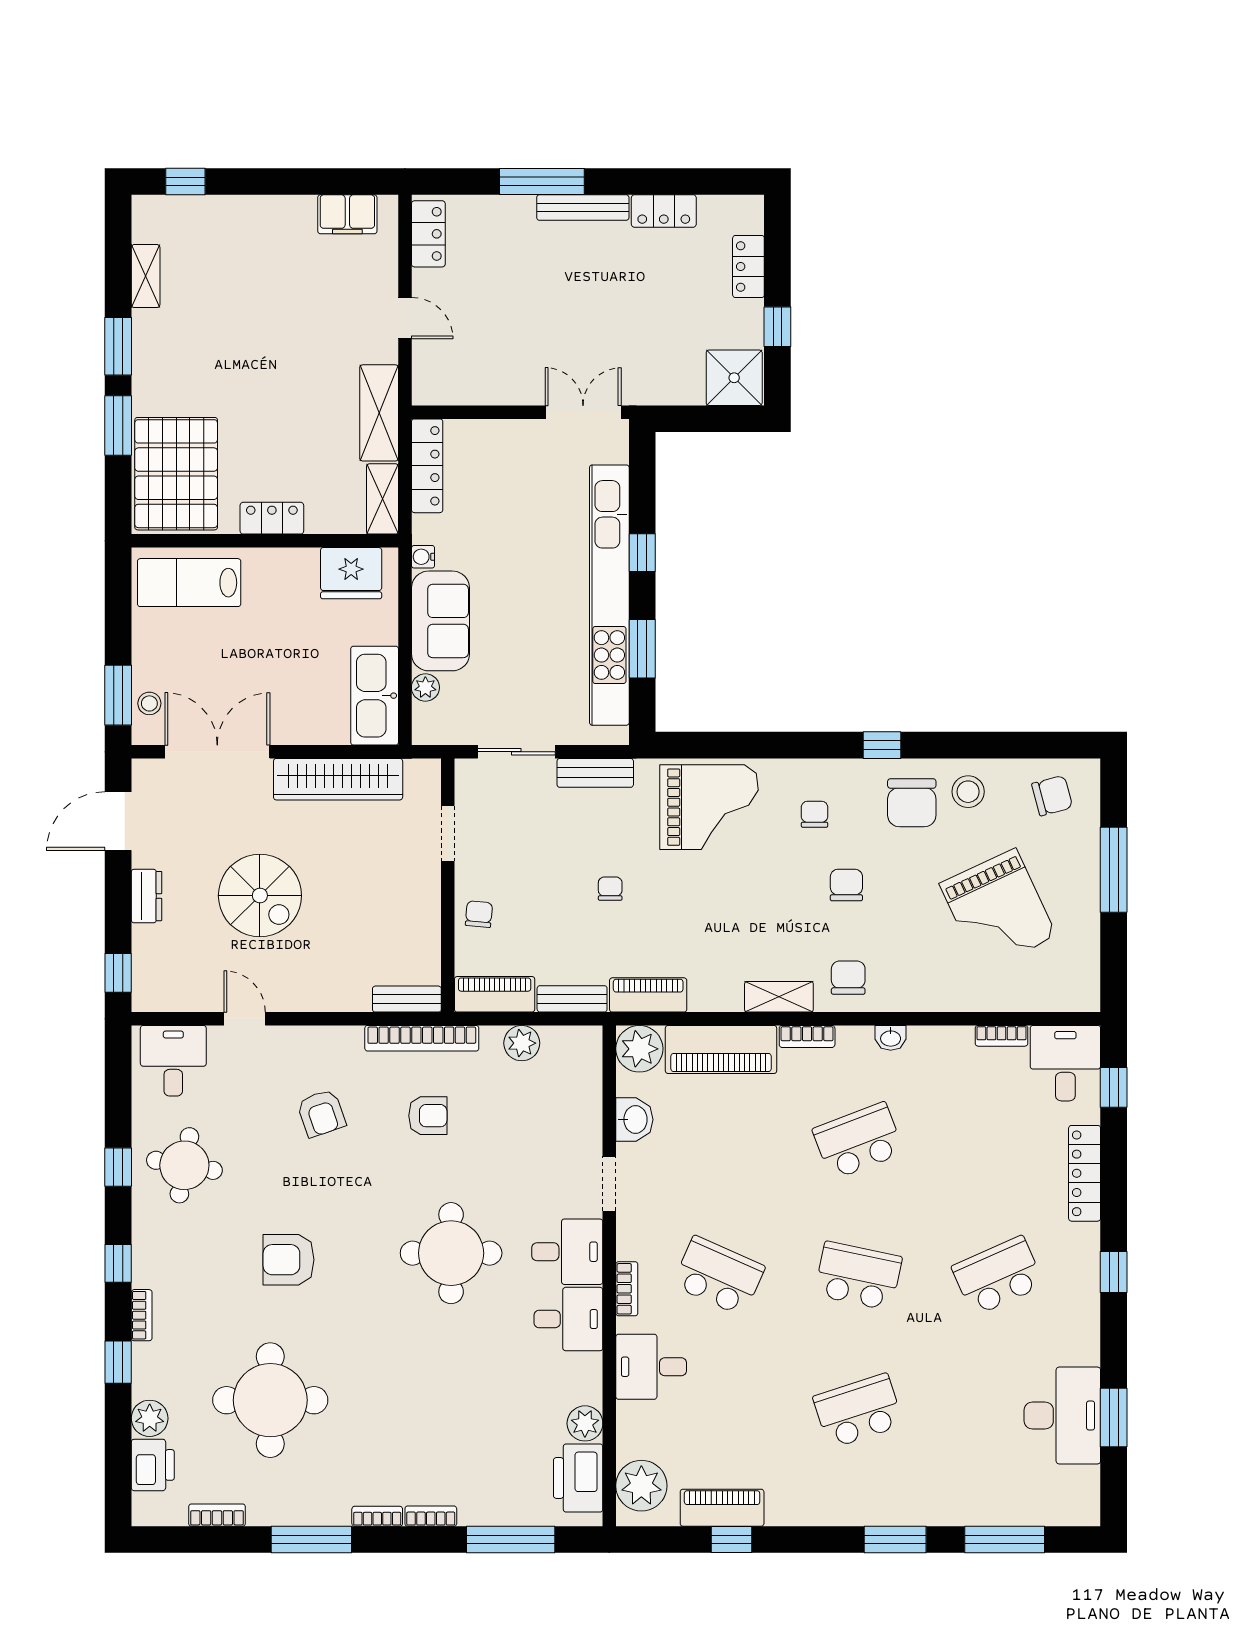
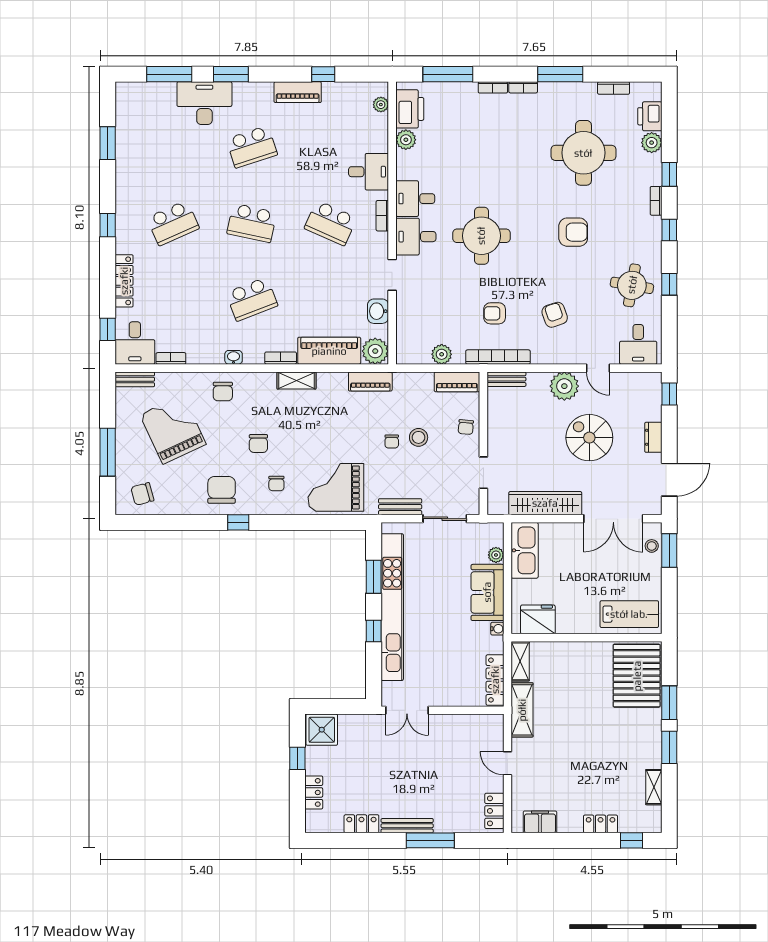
locker: (272, 518) -> (601, 824), moved, turned 180
stool: (968, 792) -> (419, 437), moved
chair: (848, 978) -> (223, 392), moved
plant: (304, 987) -> (564, 386), added
bench: (572, 999) -> (135, 379), moved
desk: (1062, 1416) -> (204, 103), moved, turned 90
plant: (641, 1486) -> (381, 105), width x0.53, depth x0.53
piano: (722, 1508) -> (298, 92), moved

